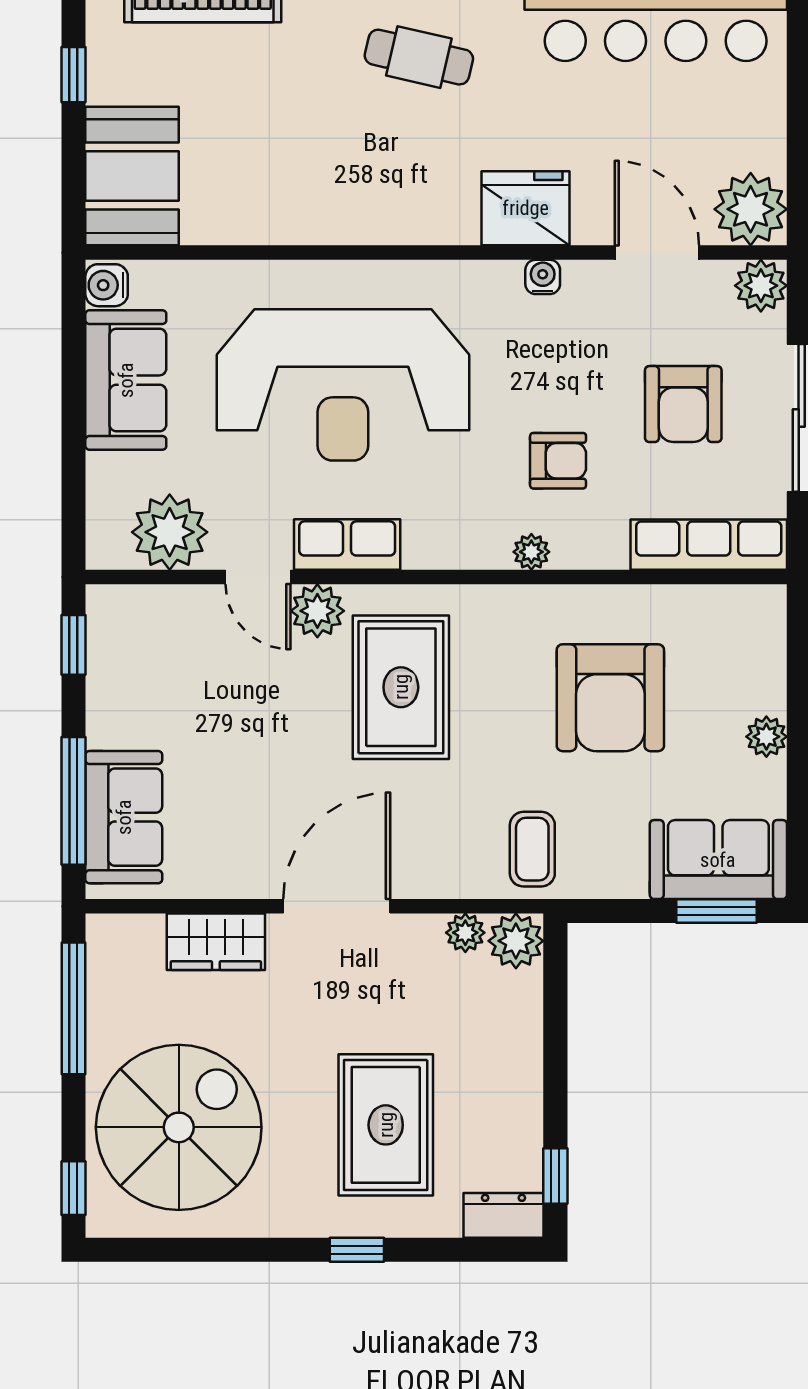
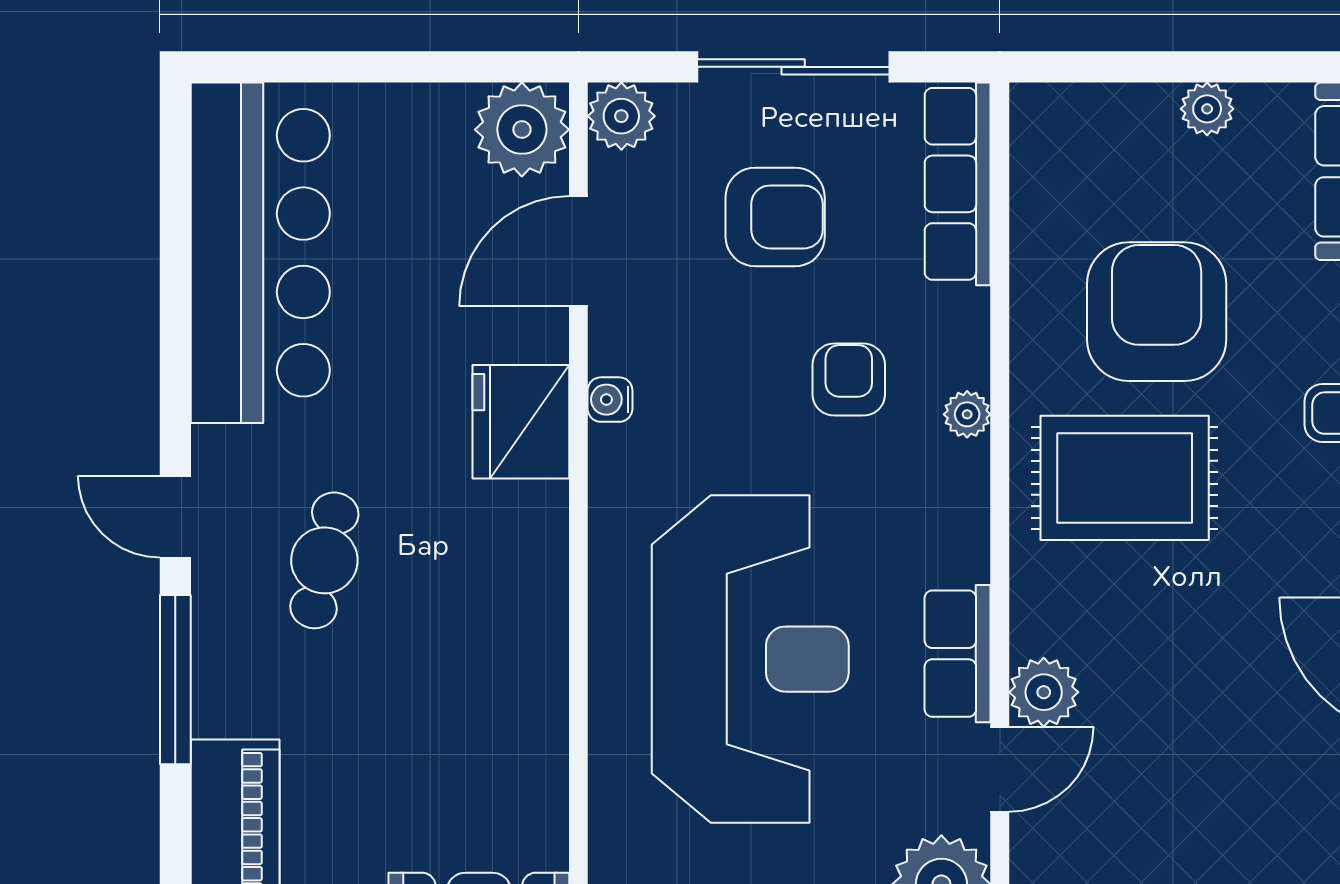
rug: (401, 687) -> (1125, 478), moved
armchair: (610, 698) -> (1157, 312), turned -90

